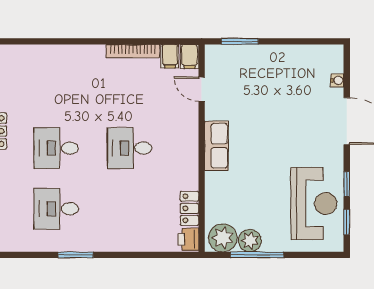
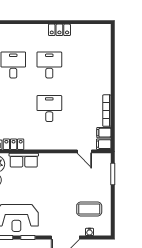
coffee table: (299, 81) -> (89, 209), added
door: (202, 89) -> (84, 151), swing flipped
row of seats: (216, 146) -> (24, 160), moved

